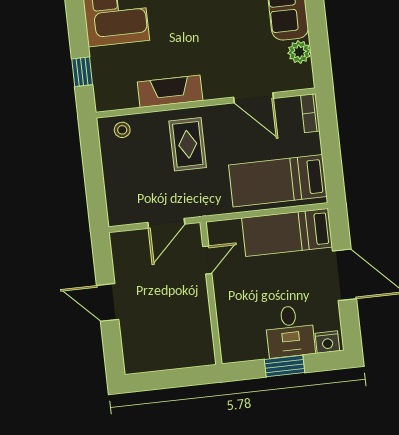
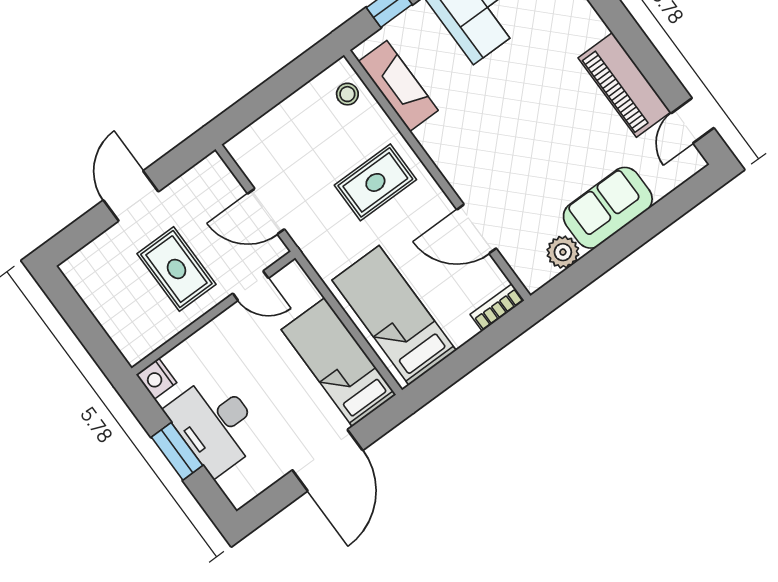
fireplace: (170, 91) -> (398, 86), moved
door: (254, 98) -> (477, 229), hinge flipped
rug: (170, 300) -> (176, 269), added
desk: (290, 331) -> (215, 424), width x1.37
nightstand: (327, 342) -> (156, 379), moved

